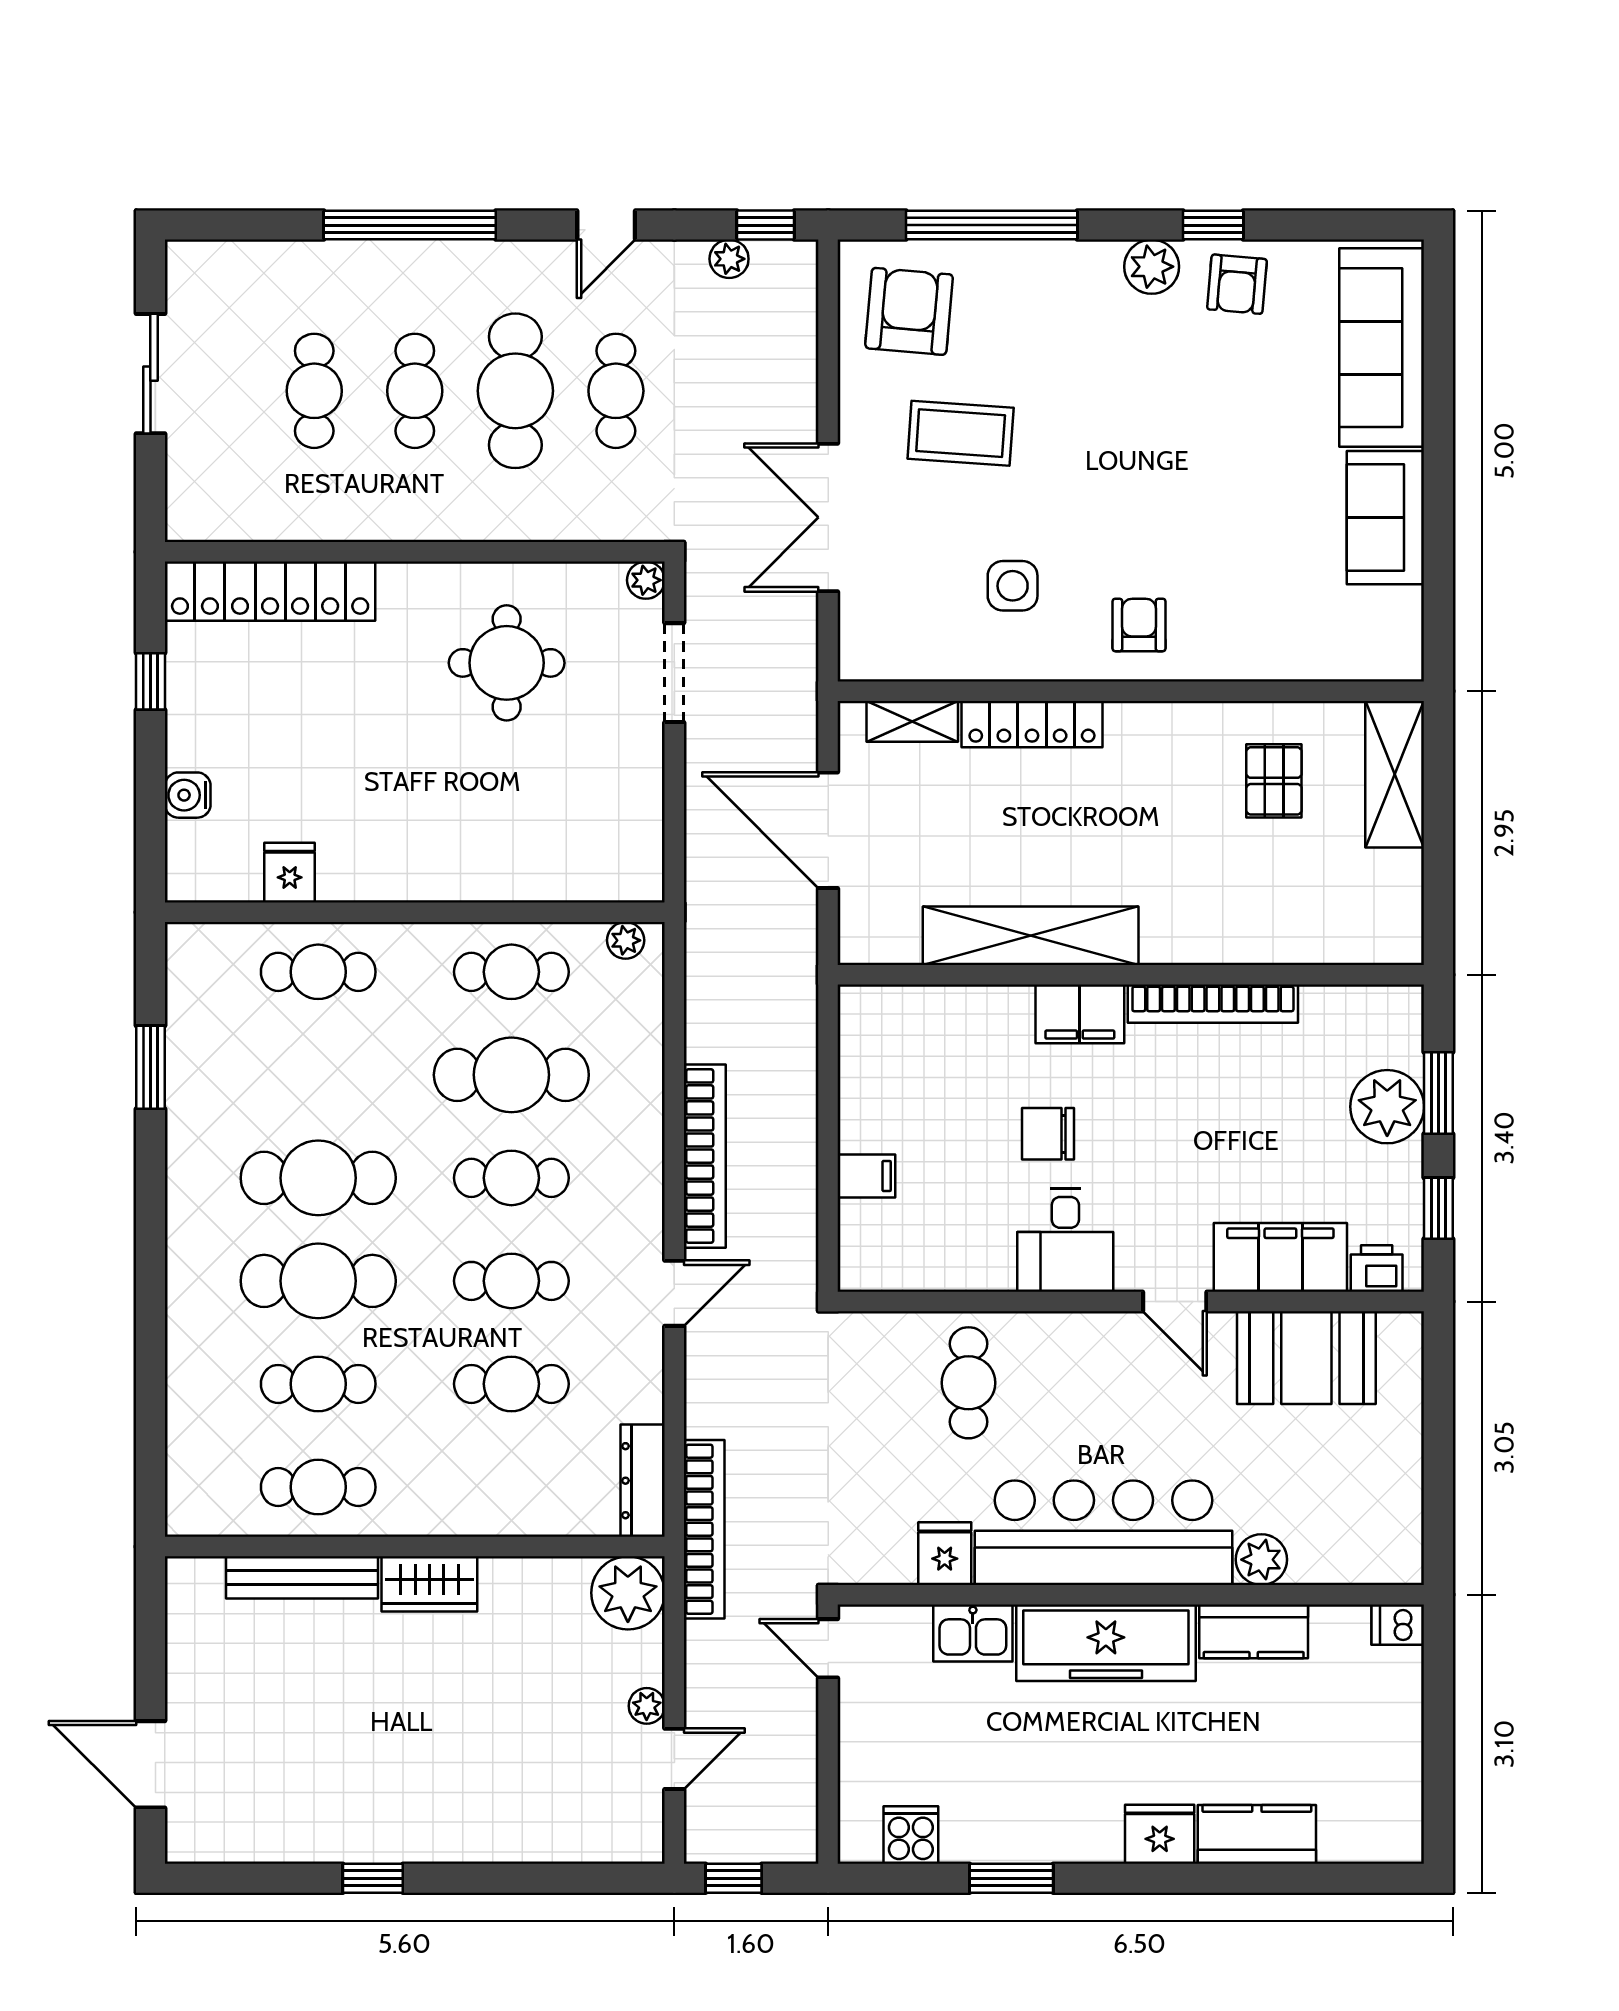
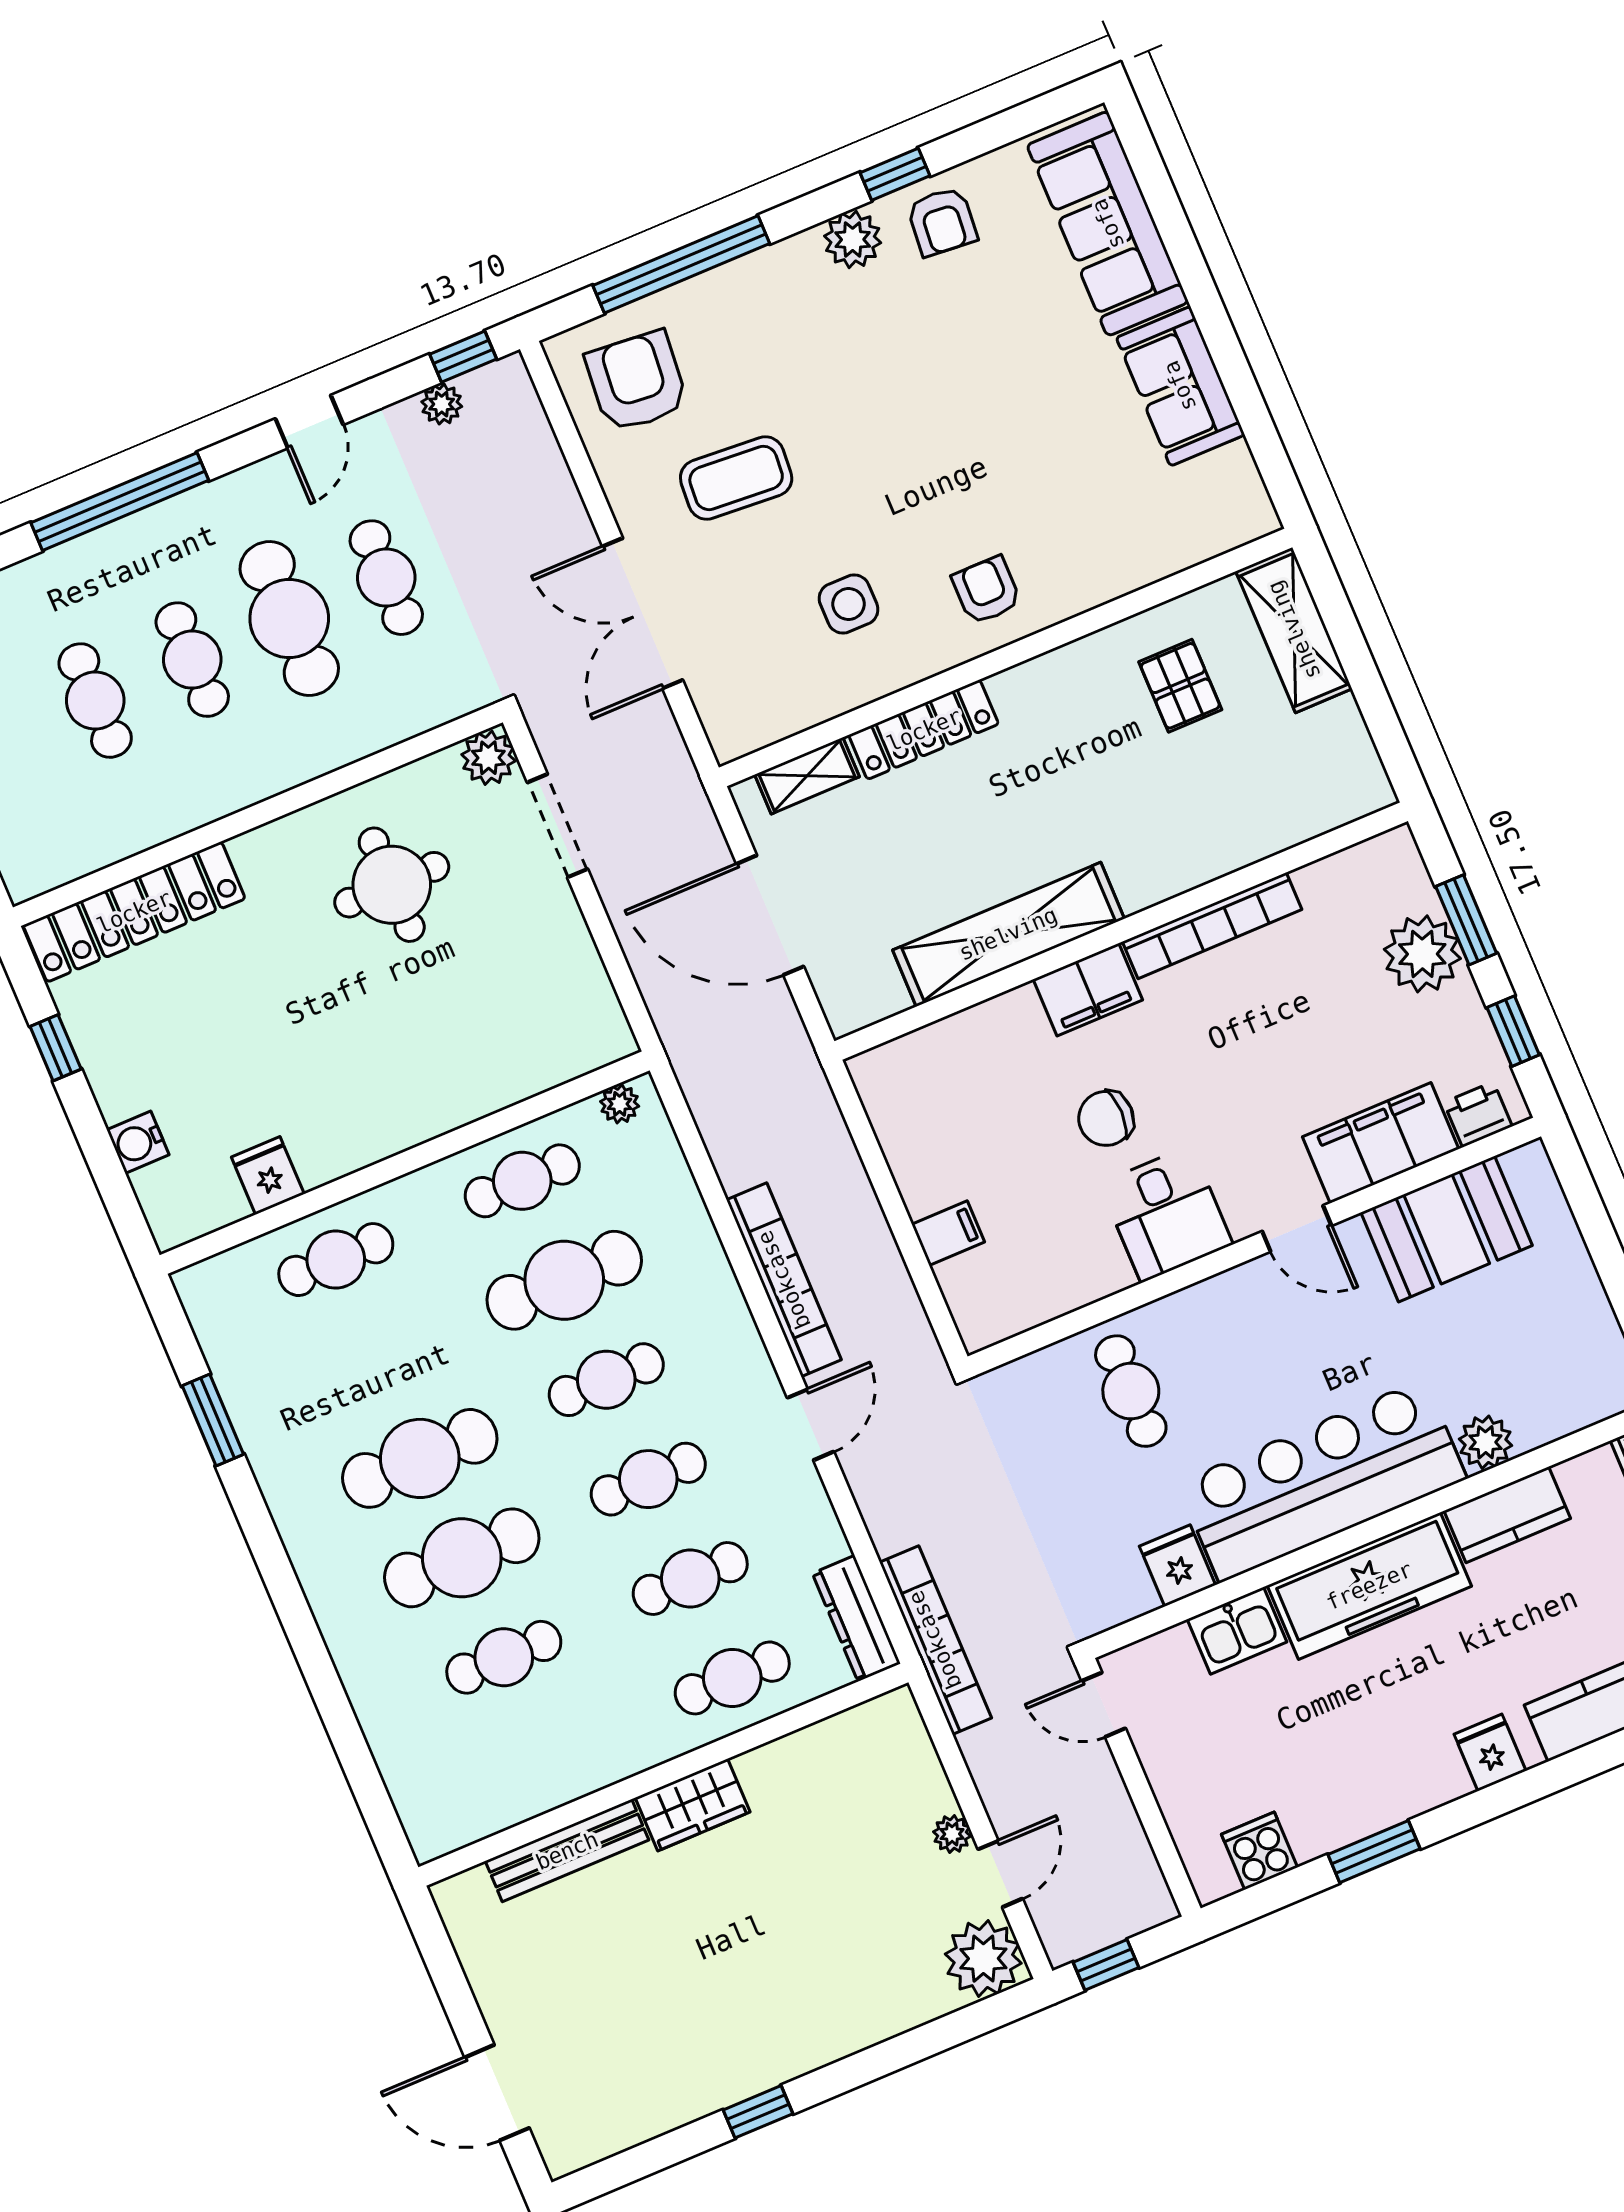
plant: (646, 580) -> (488, 758), width x1.38, depth x1.38
cafe table: (318, 1487) -> (732, 1678), moved
plant: (628, 1593) -> (983, 1959), moved
fridge: (1160, 1834) -> (1490, 1753), width x0.72

